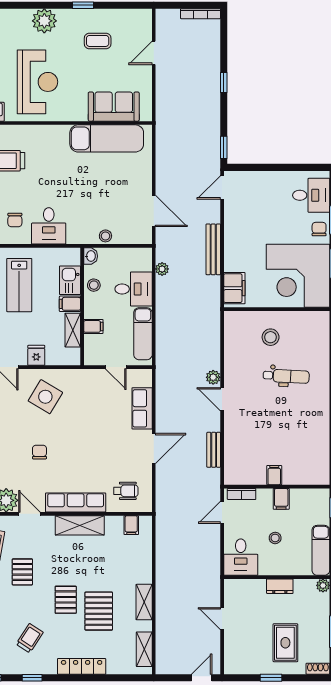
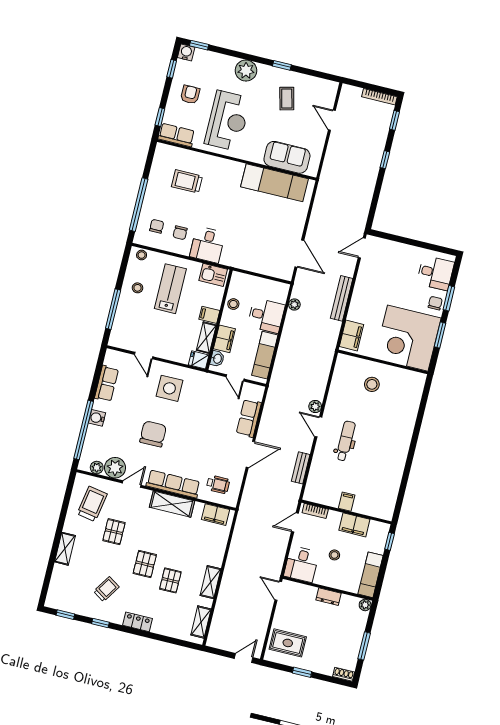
coffee table: (98, 41) -> (287, 99), turned 76
door: (154, 53) -> (332, 120), hinge flipped
window: (224, 147) -> (394, 120), moved
stool: (105, 236) -> (253, 265), removed
washbasin: (91, 256) -> (217, 359), moved
kitchen sink: (70, 280) -> (213, 275), moved, turned -90
lab bench: (19, 285) -> (170, 289), turned 180
filing cabinet: (93, 326) -> (224, 339), width x2.00
fridge: (36, 355) -> (199, 360), moved, turned -90
dental chair: (286, 376) -> (346, 441), moved, turned -93
side table: (45, 397) -> (169, 388), turned -31
chair: (39, 452) -> (153, 434), width x1.87, depth x1.87
filing cabinet: (281, 499) -> (354, 525), width x2.00
door: (29, 514) -> (132, 484), hinge flipped
filing cabinet: (131, 525) -> (215, 515), width x2.00
pallet: (99, 611) -> (170, 580), width x0.67, depth x0.71
door: (222, 619) -> (278, 591), moved
rug: (285, 643) -> (288, 643), moved, turned 90
locker: (82, 666) -> (138, 622), width x0.66

